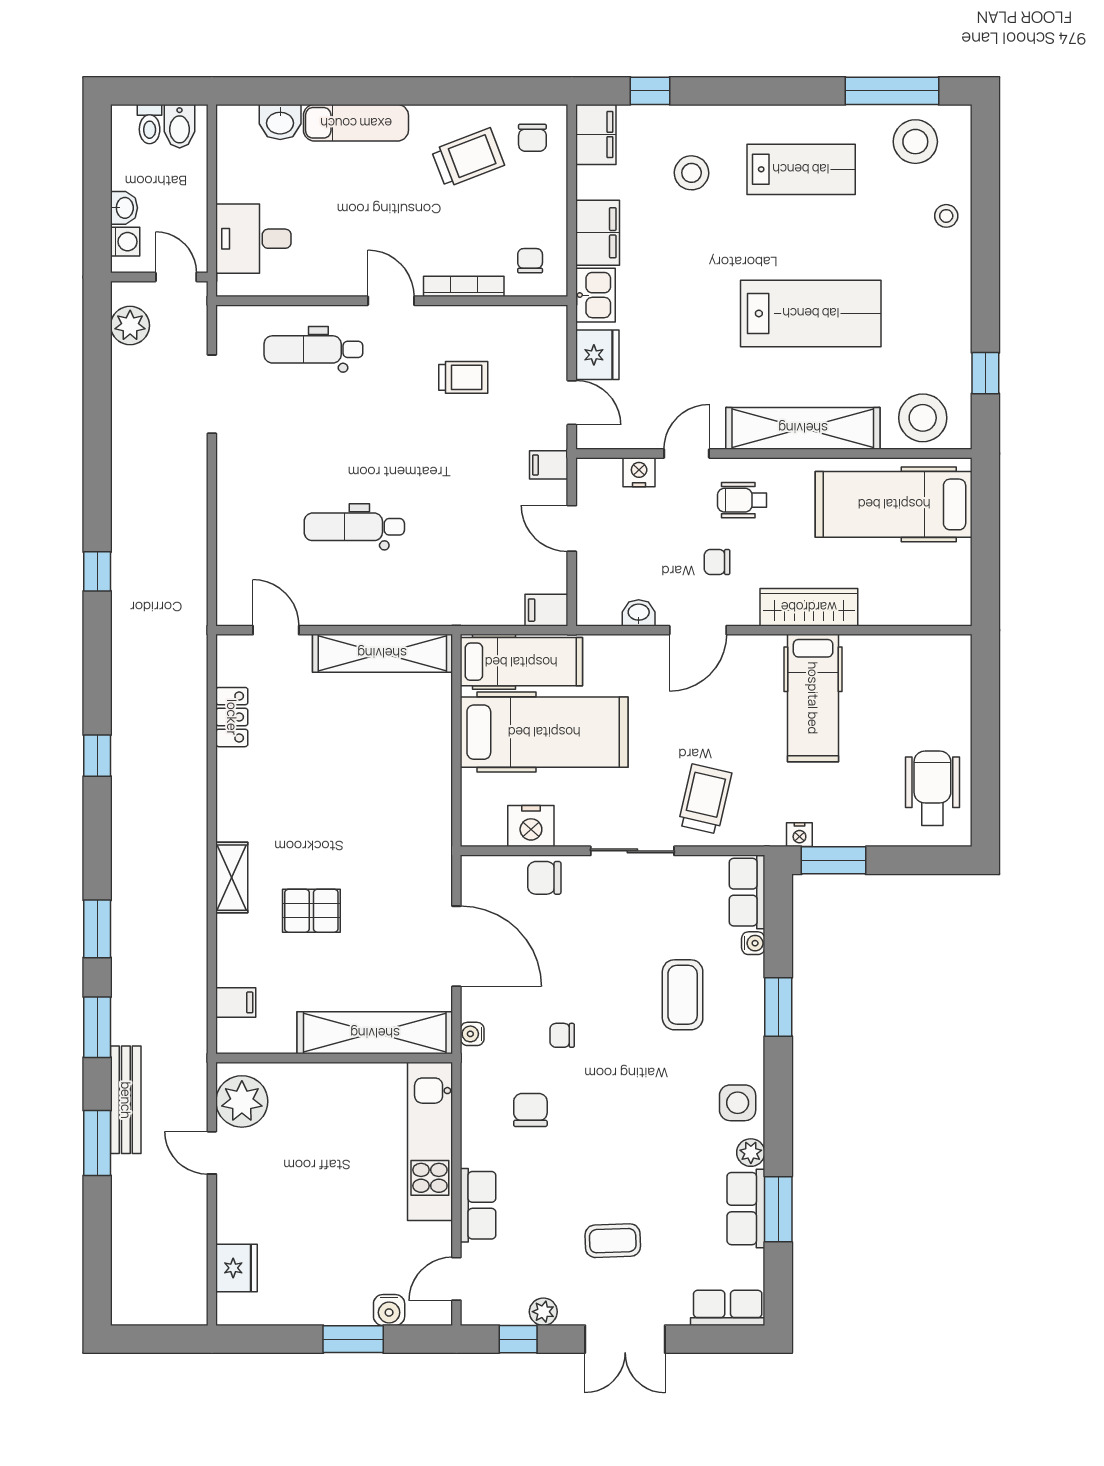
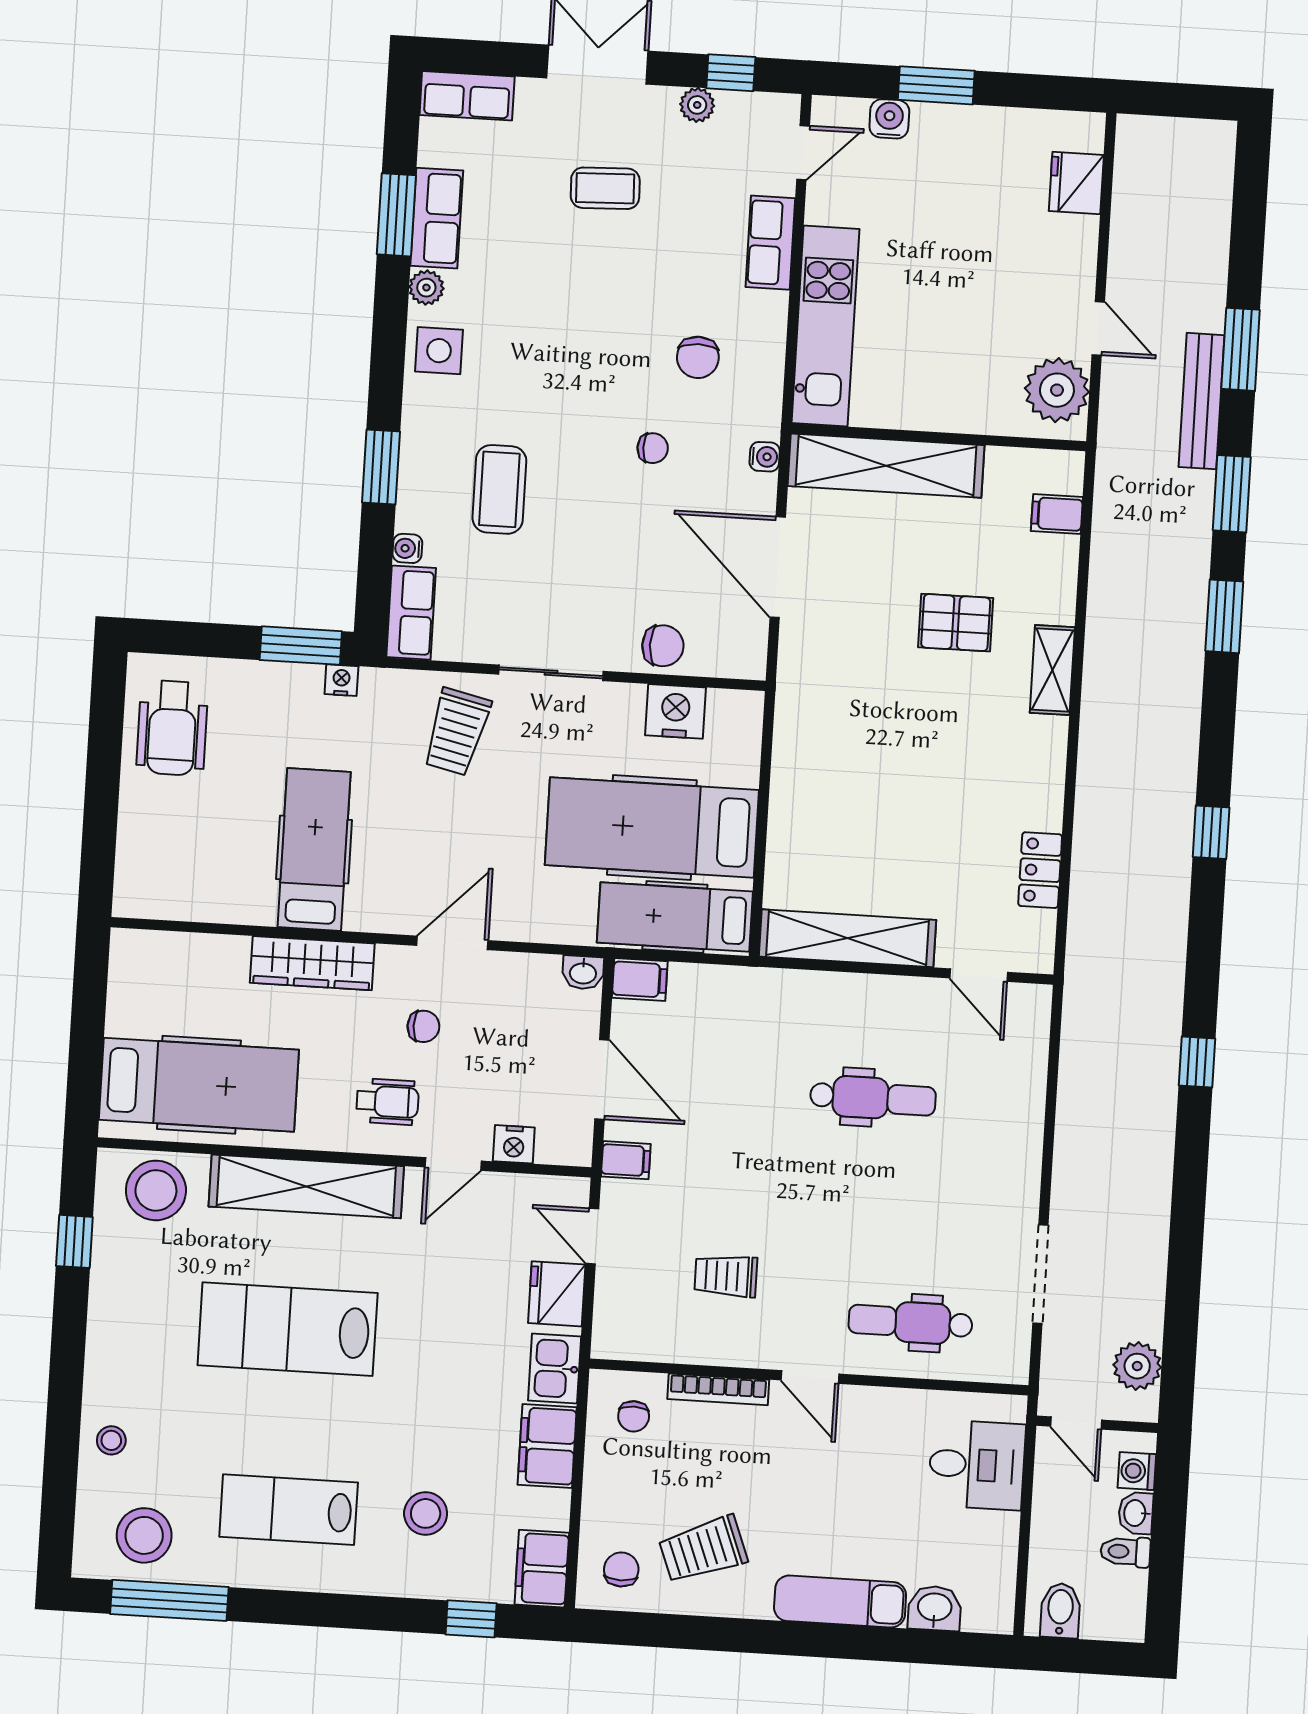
toilet: (150, 124) -> (1125, 1552), moved, turned -90
dental chair: (313, 349) -> (910, 1322), turned 180
door: (572, 528) -> (602, 1079), width x1.38
washbasin: (639, 613) -> (583, 972), moved

